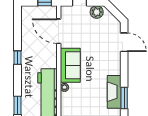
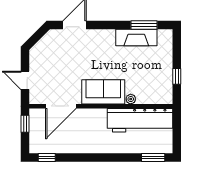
plant: (97, 12) -> (37, 59), removed
window: (18, 58) -> (47, 158), moved

